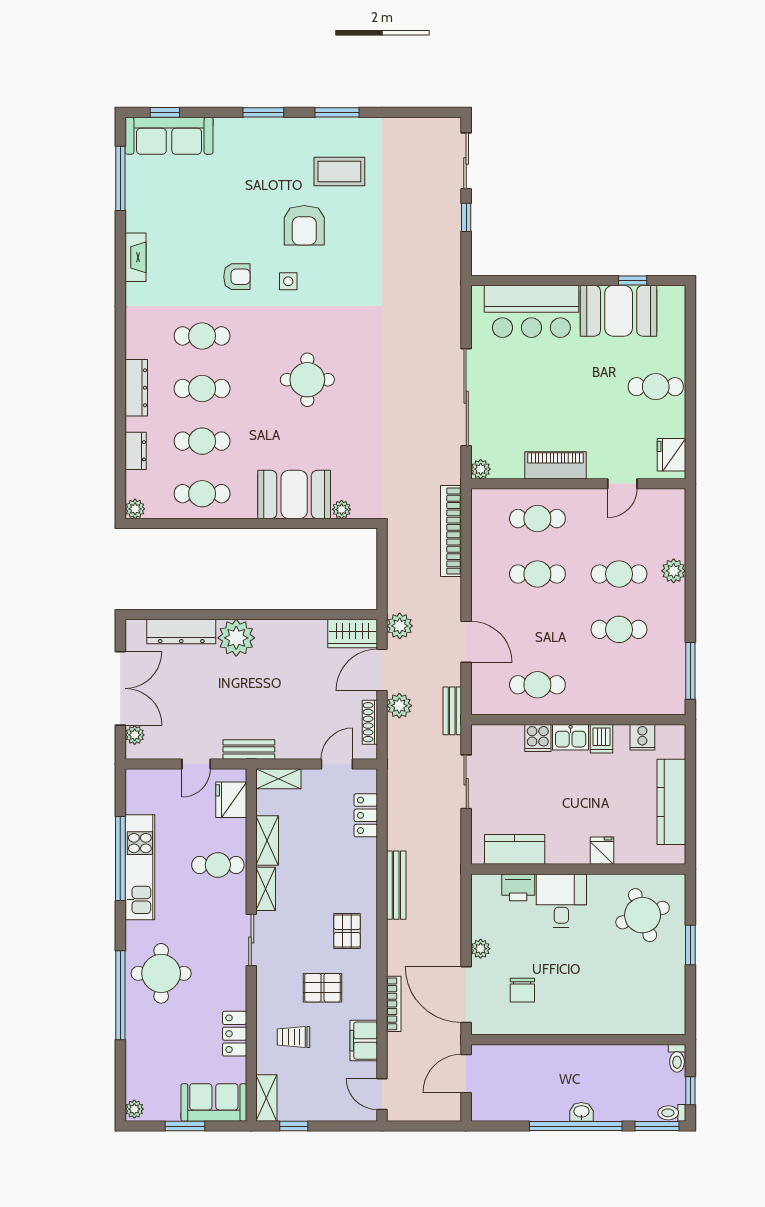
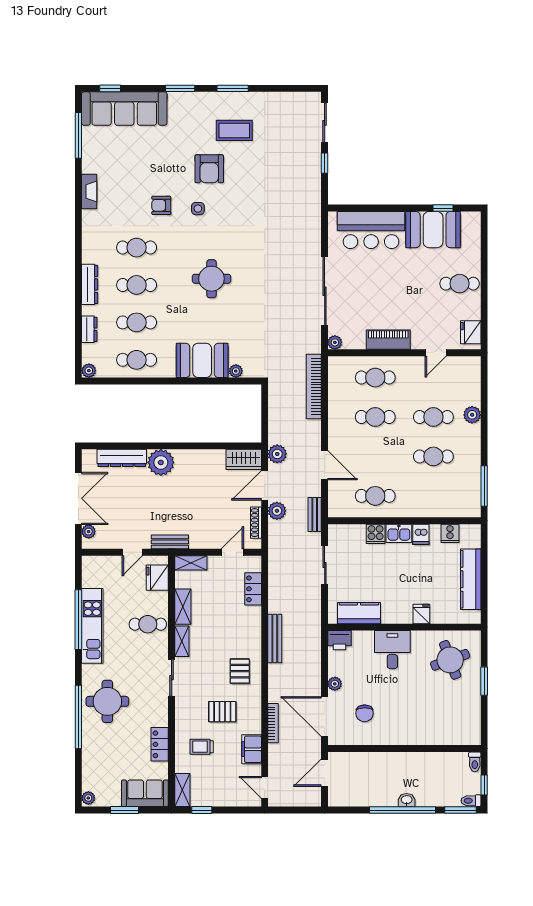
sofa: (169, 136) -> (124, 109), width x1.36, depth x1.27
armchair: (237, 277) -> (161, 205), turned 180
printer: (518, 887) -> (340, 640), moved

